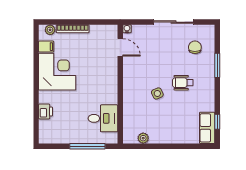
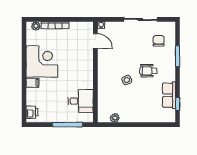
filing cabinet: (46, 47) -> (33, 83), moved
printer: (46, 111) -> (32, 112), moved
row of seats: (207, 128) -> (169, 95), moved

